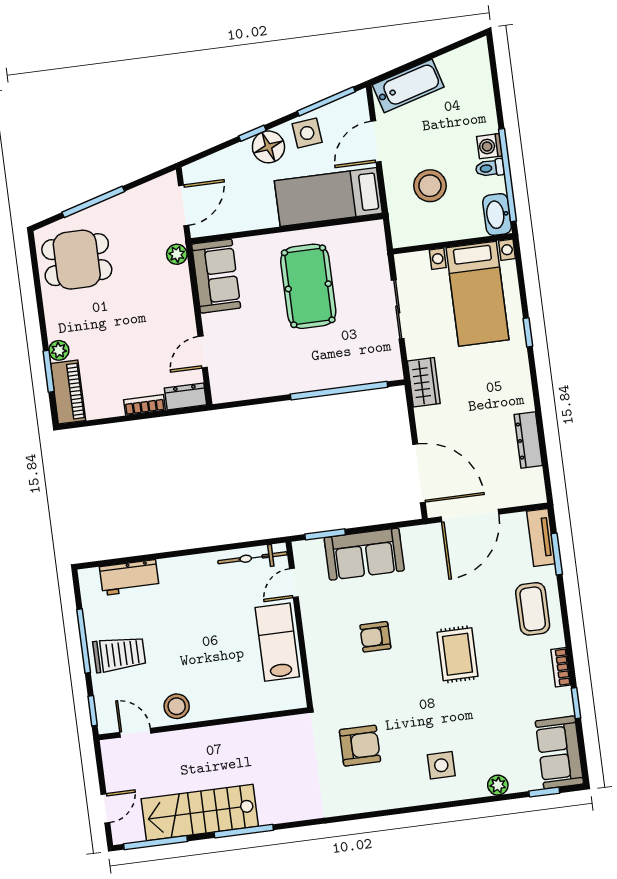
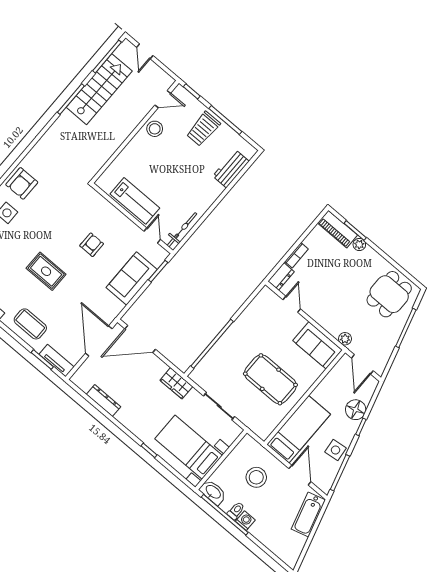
floor lamp: (268, 147) -> (356, 410), moved
armchair: (360, 746) -> (22, 183), moved

